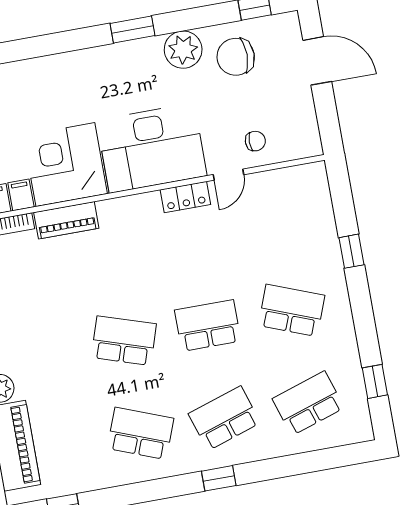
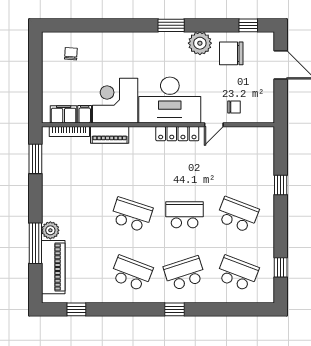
locker: (185, 197) -> (177, 134), width x1.53
school desk: (308, 403) -> (238, 273), turned 39

